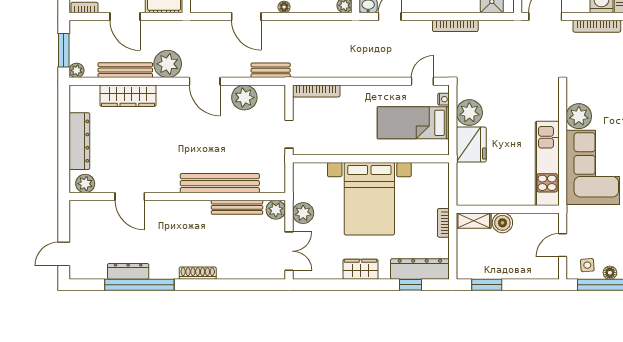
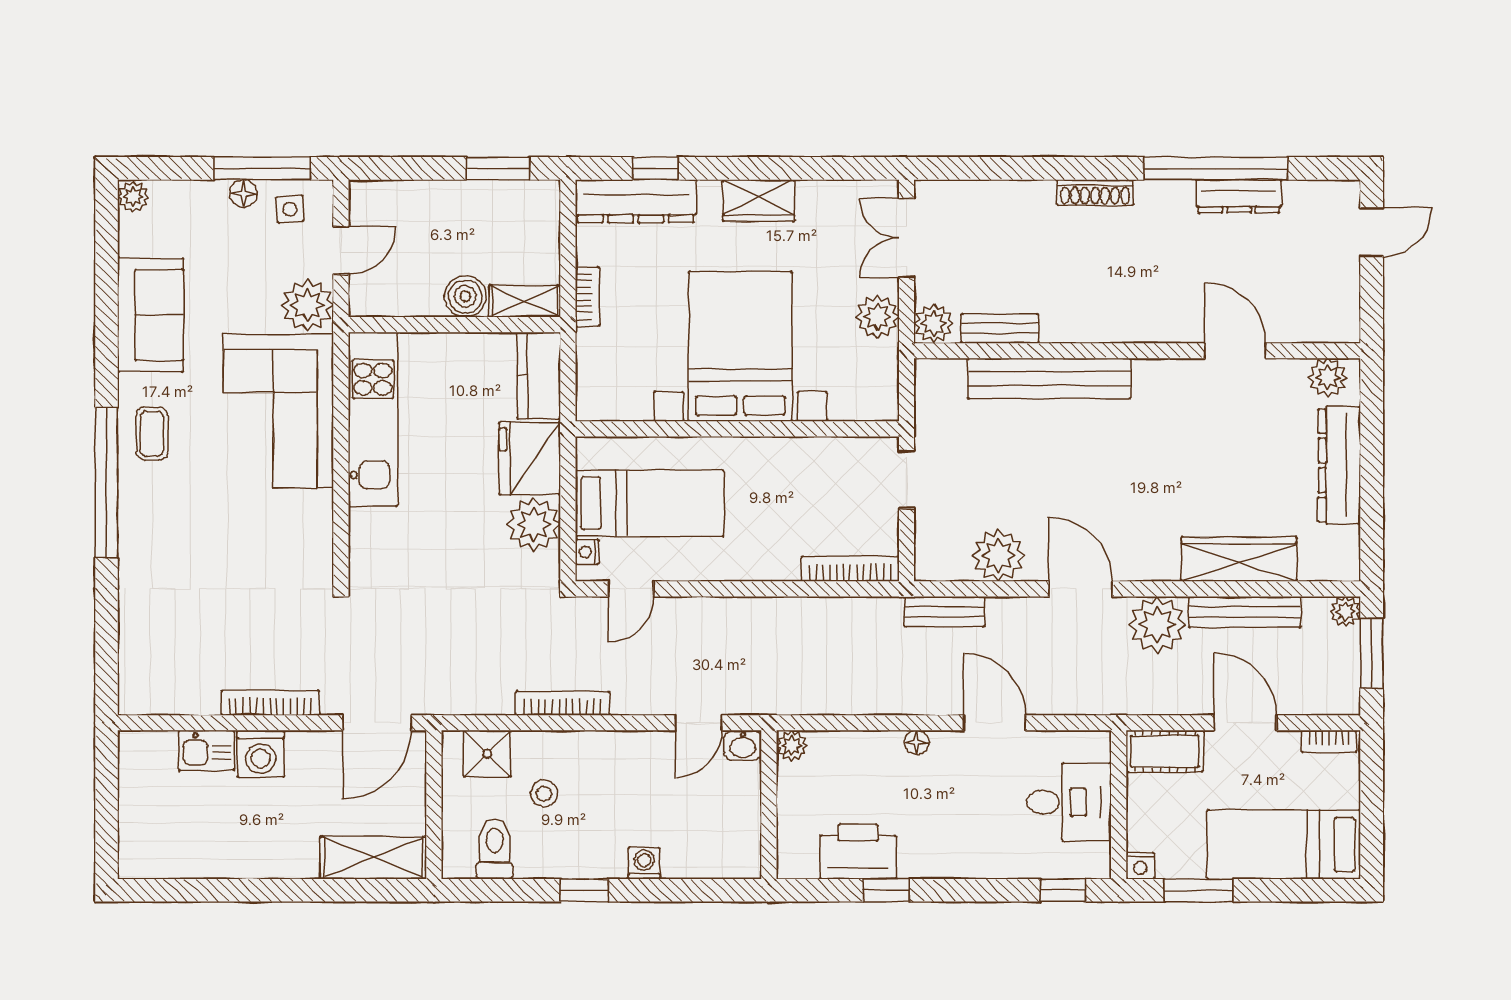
plant: (579, 116) -> (308, 305), moved
kitchen counter: (467, 185) -> (539, 376), added
bench: (237, 207) -> (1000, 328), width x0.73

